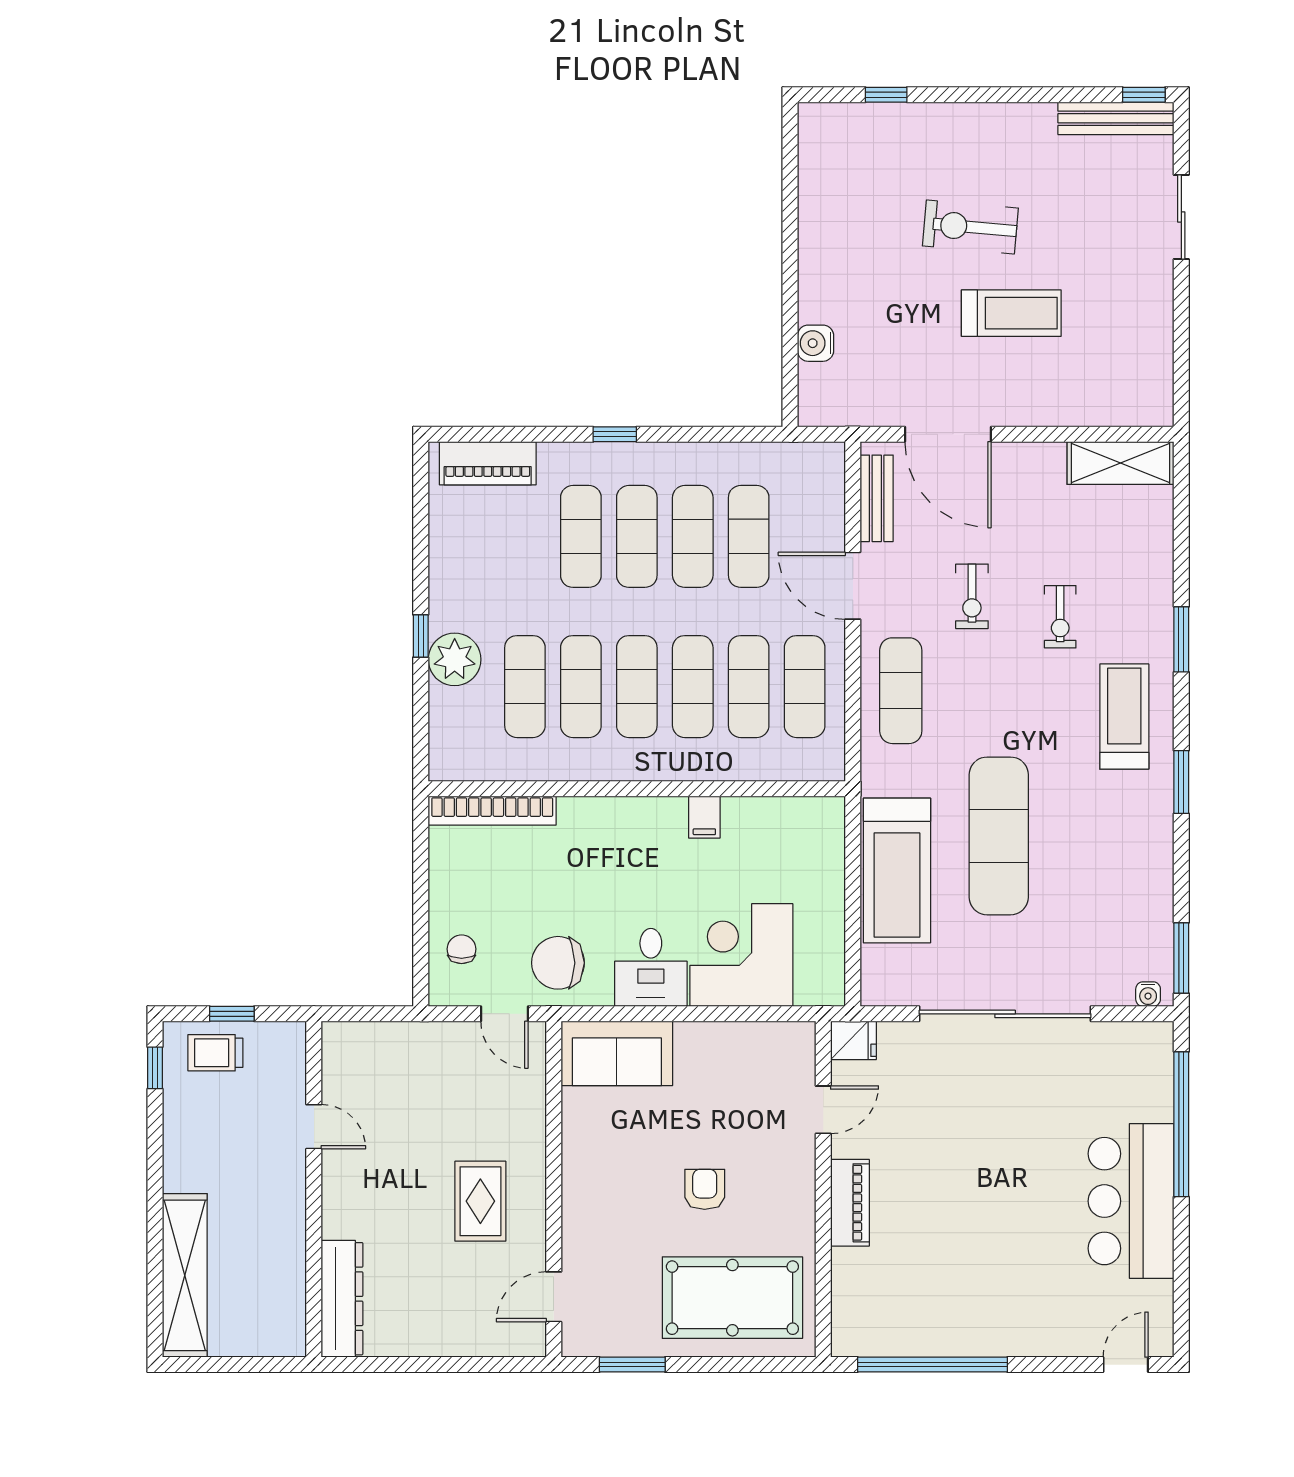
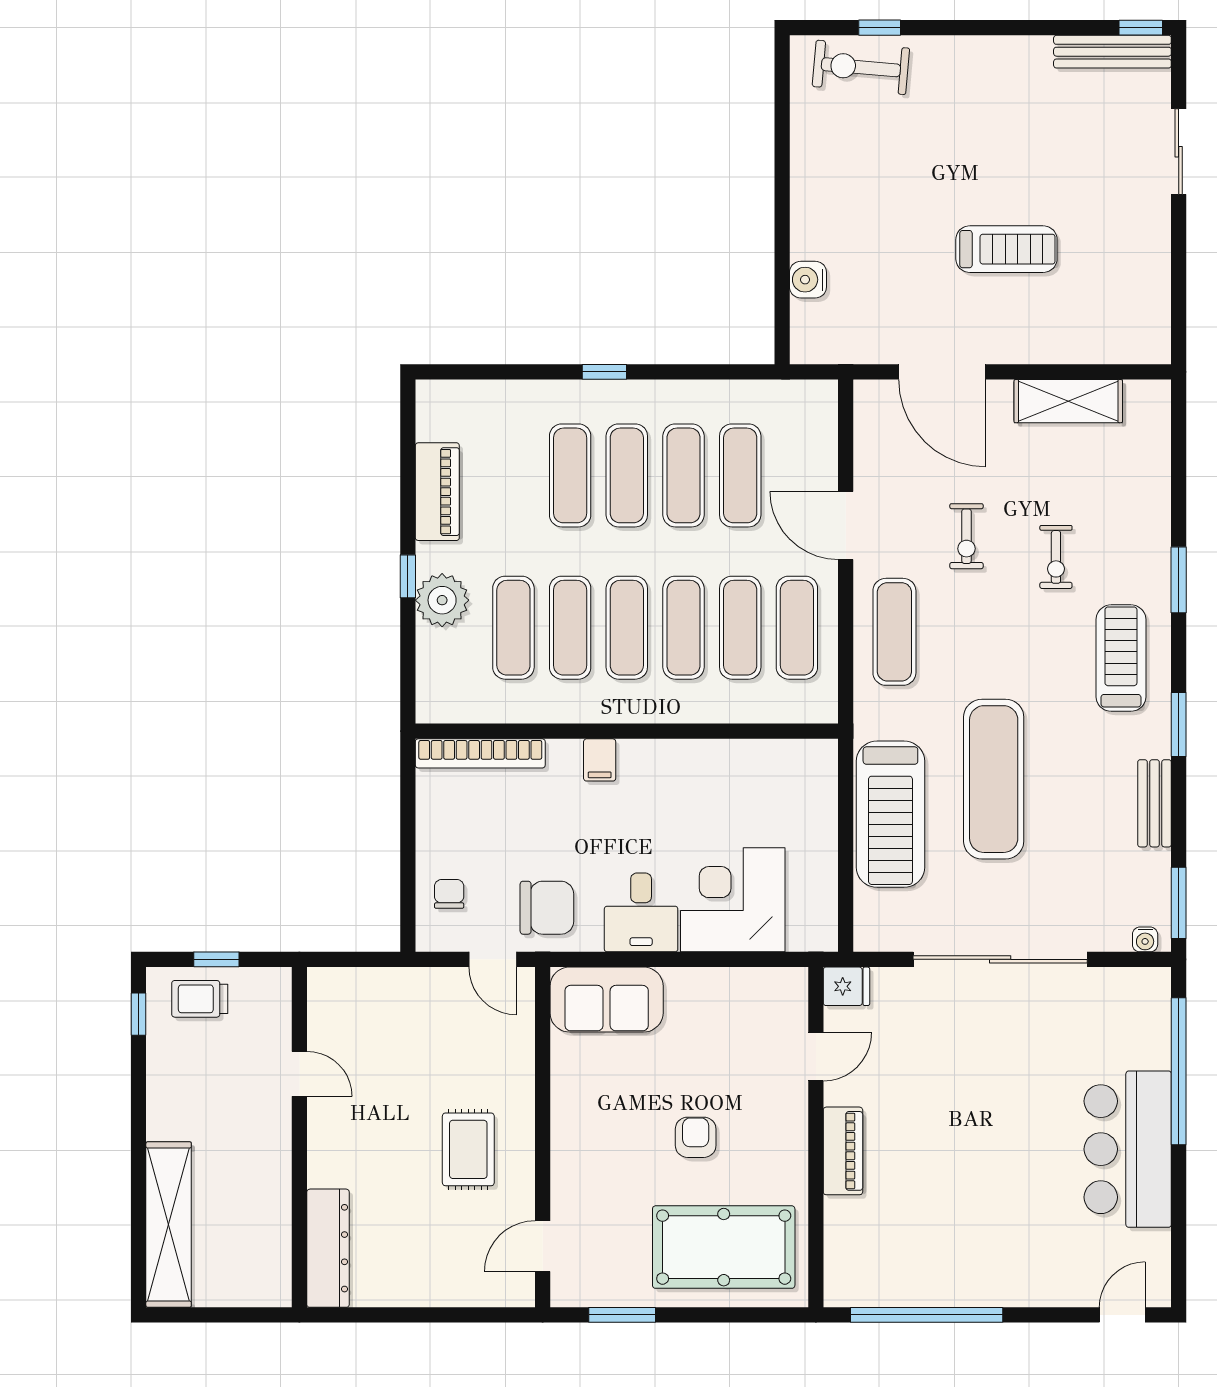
exercise bike: (970, 227) -> (861, 67), moved
piano: (488, 463) -> (437, 492), moved, turned -90
shelving: (1121, 463) -> (1068, 401), moved
bench: (877, 498) -> (1155, 803), moved
filing cabinet: (704, 817) -> (600, 760), moved
chair: (558, 963) -> (547, 908), turned 180

